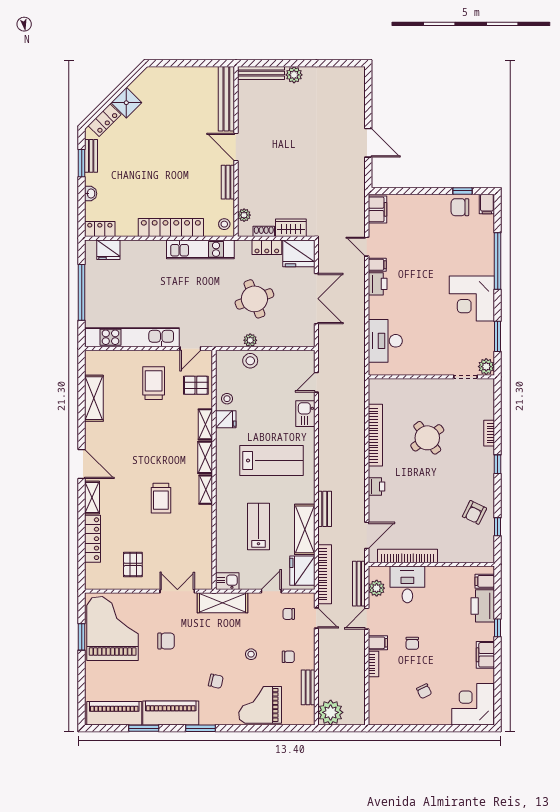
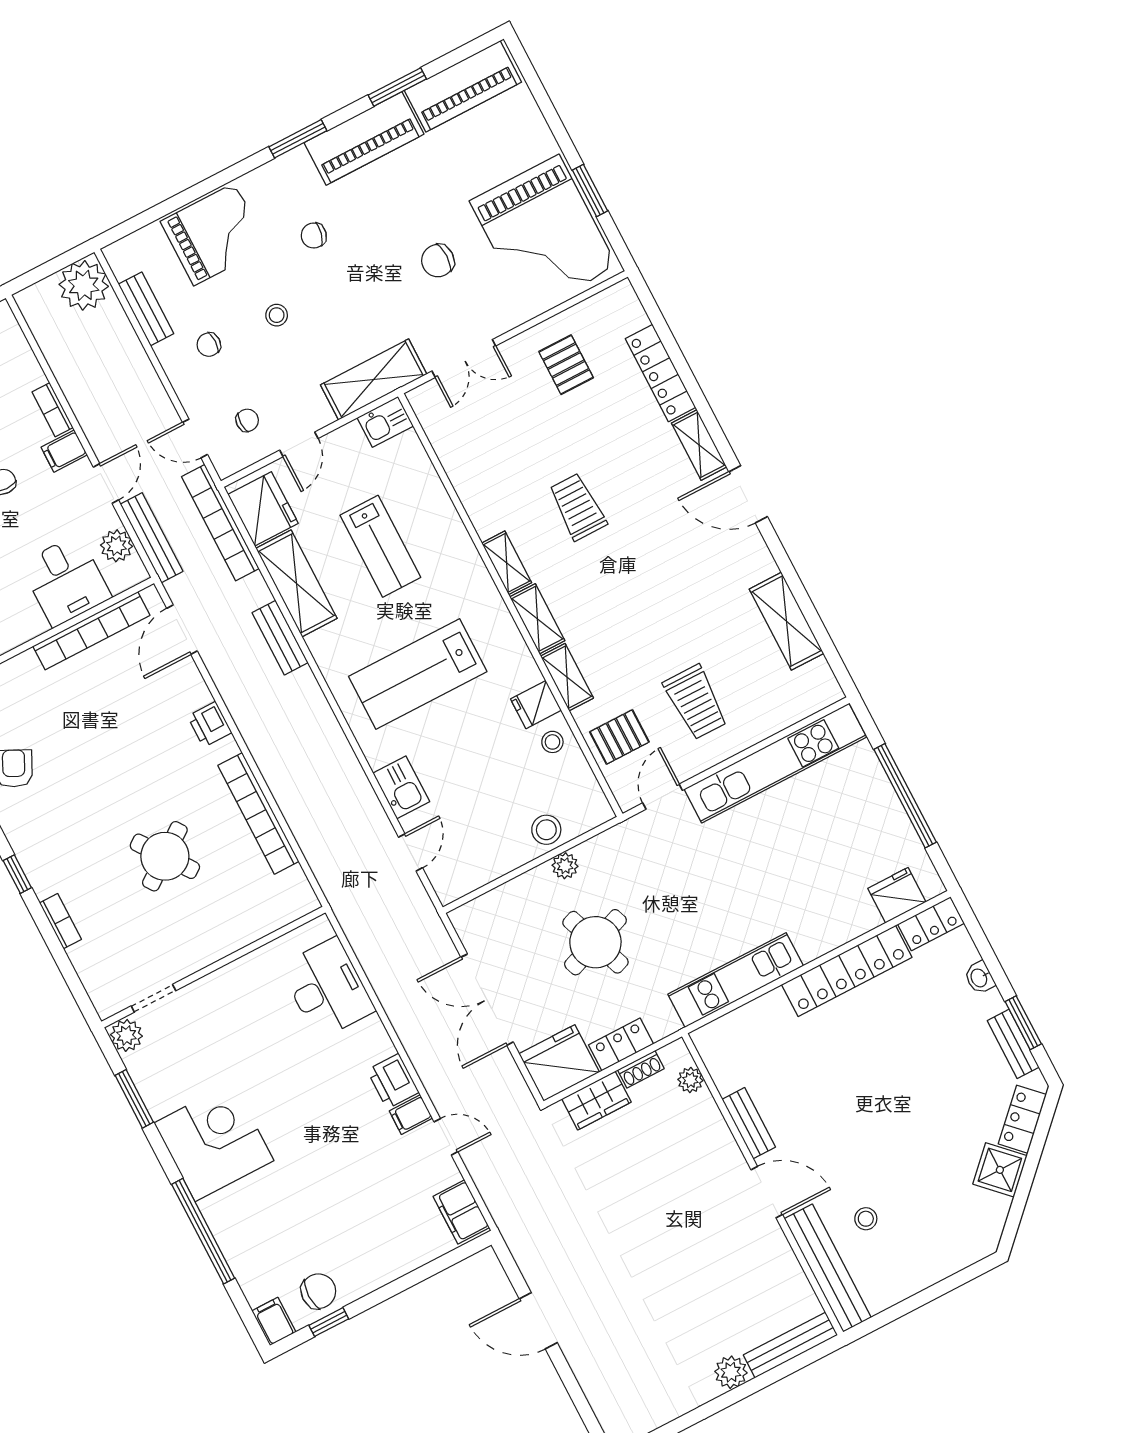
stool: (224, 224) -> (866, 1219), moved
locker: (171, 227) -> (847, 971), moved

